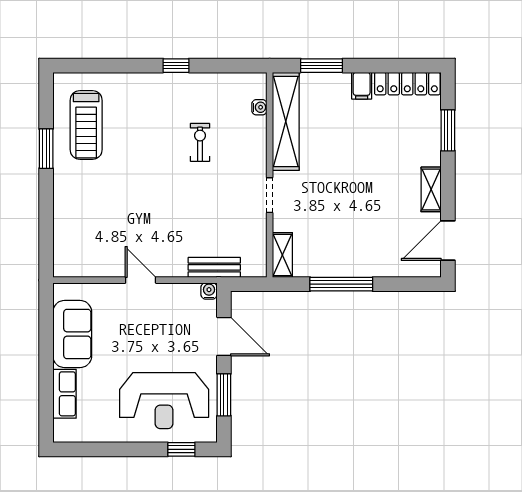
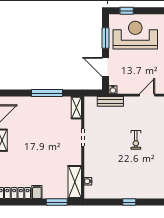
shelving: (286, 121) -> (75, 182), width x0.68
exercise bike: (200, 142) -> (136, 140), moved
door: (141, 280) -> (147, 95), swing flipped

